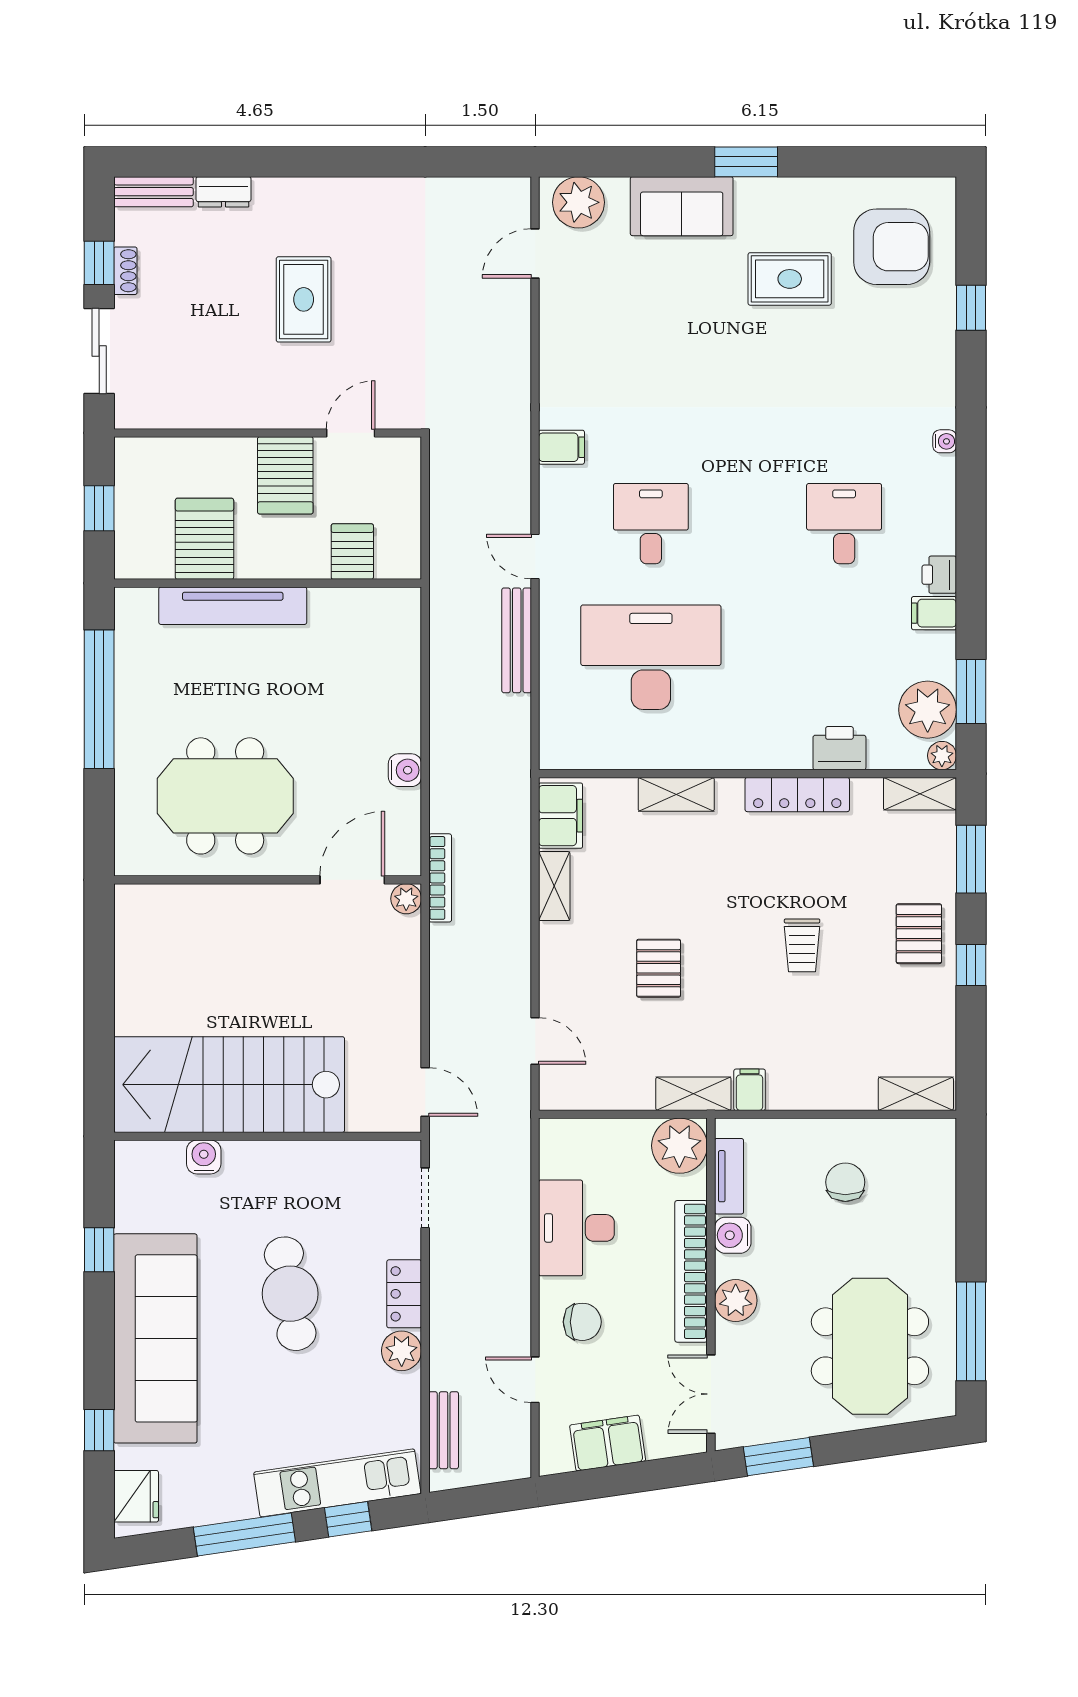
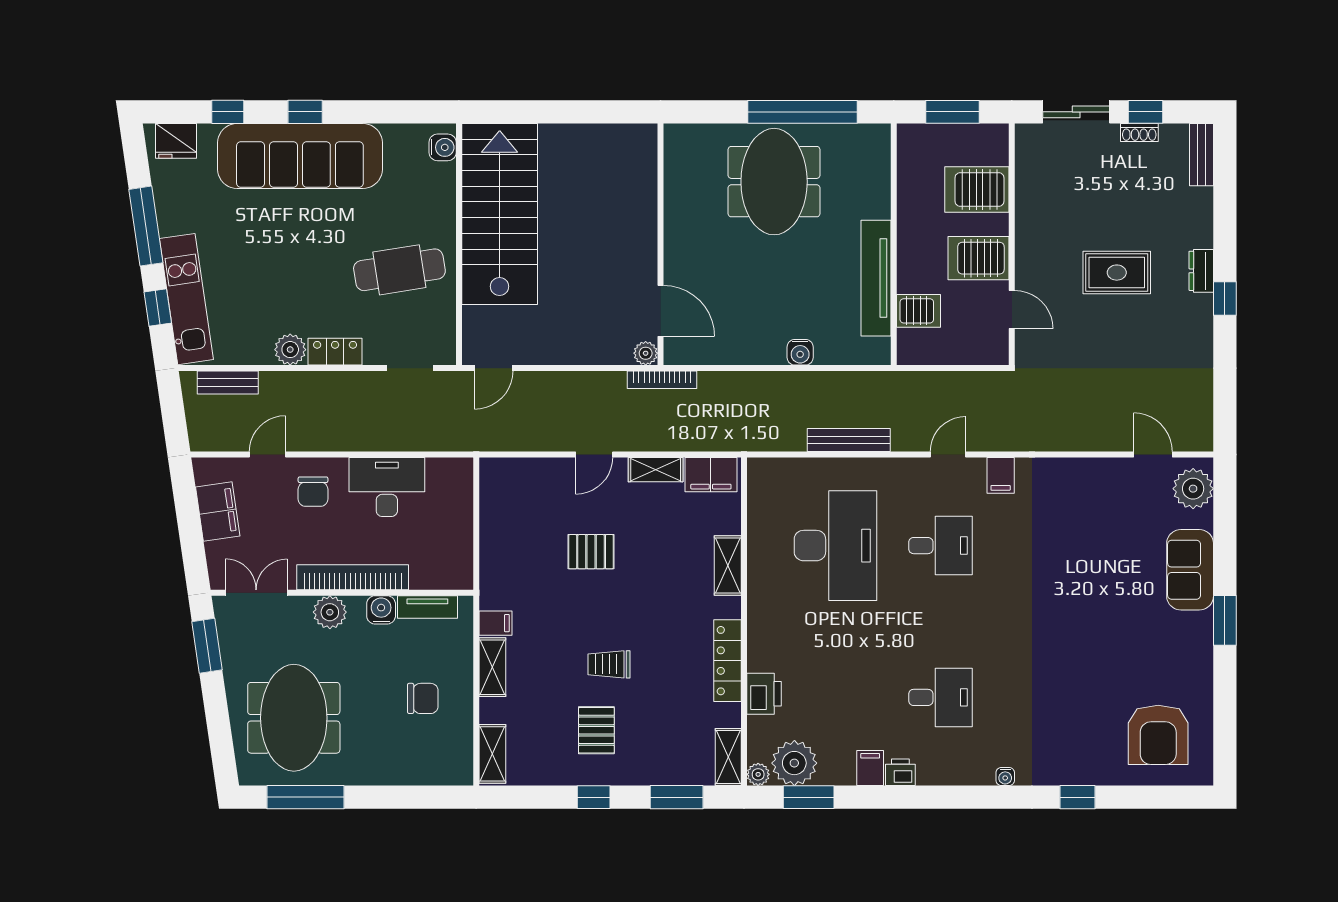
window: (337, 162) -> (1225, 298), added
dresser: (223, 192) -> (1201, 271), moved
rug: (790, 279) -> (1133, 655), removed
window: (971, 308) -> (1078, 797), moved
window: (99, 508) -> (953, 112), width x1.50
server rack: (204, 539) -> (977, 189), moved, turned 180
door: (535, 557) -> (948, 454), moved
tv unit: (233, 606) -> (876, 278), moved
water cooler: (405, 770) -> (800, 352), moved
meeting table: (225, 796) -> (774, 182), moved
pallet: (919, 934) -> (596, 730), moved, turned 90
door: (535, 1041) -> (594, 454), moved
shelving: (693, 1094) -> (492, 667), moved
plant: (679, 1146) -> (451, 568), removed
water cooler: (204, 1157) -> (443, 147), moved
window: (99, 1250) -> (305, 112), moved
cafe table: (290, 1294) -> (399, 270), moved
meeting table: (870, 1346) -> (294, 718), turned 90

